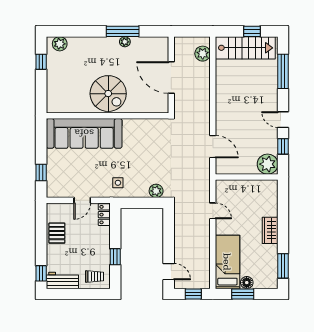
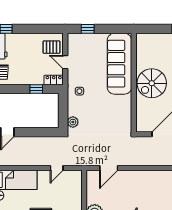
pallet: (57, 233) -> (51, 47), moved
window: (115, 257) -> (36, 89), moved

